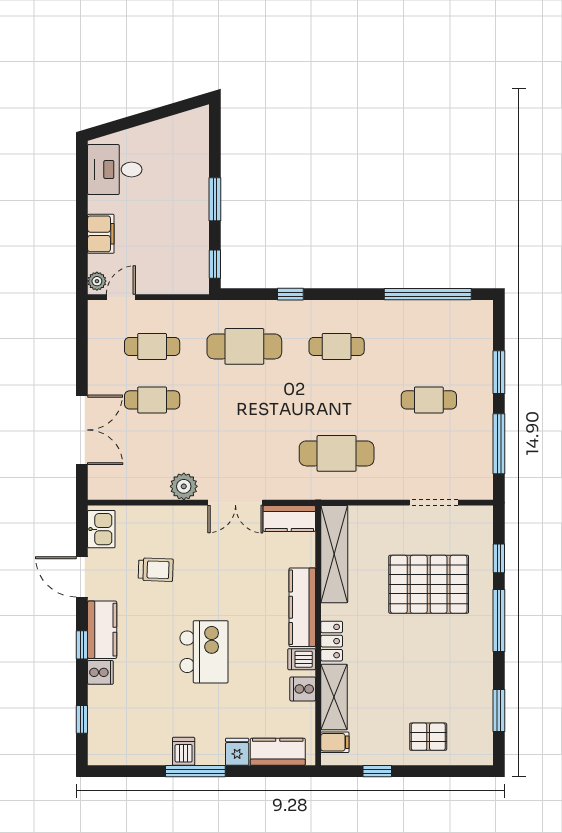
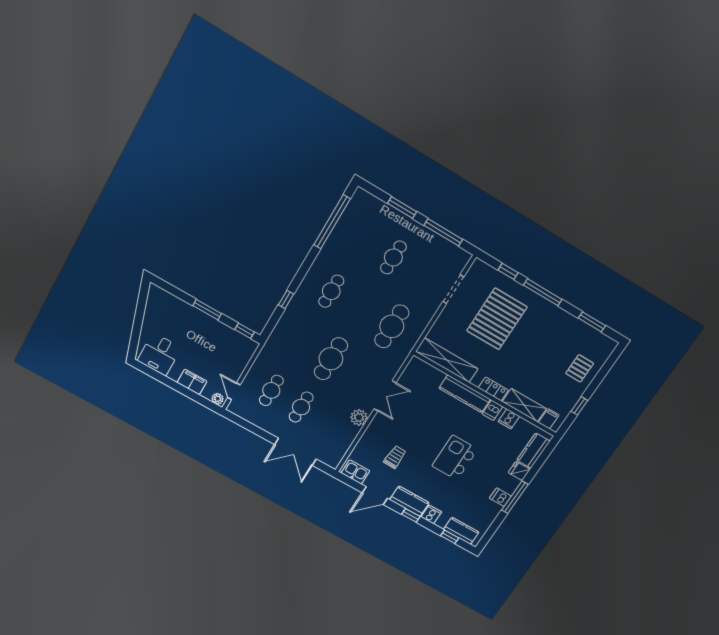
cafe table: (244, 346) -> (331, 359), moved
double door: (82, 430) -> (295, 452), swing flipped
kitchen counter: (289, 519) -> (461, 531), moved, turned -90
kitchen island: (204, 652) -> (455, 458), turned -90

